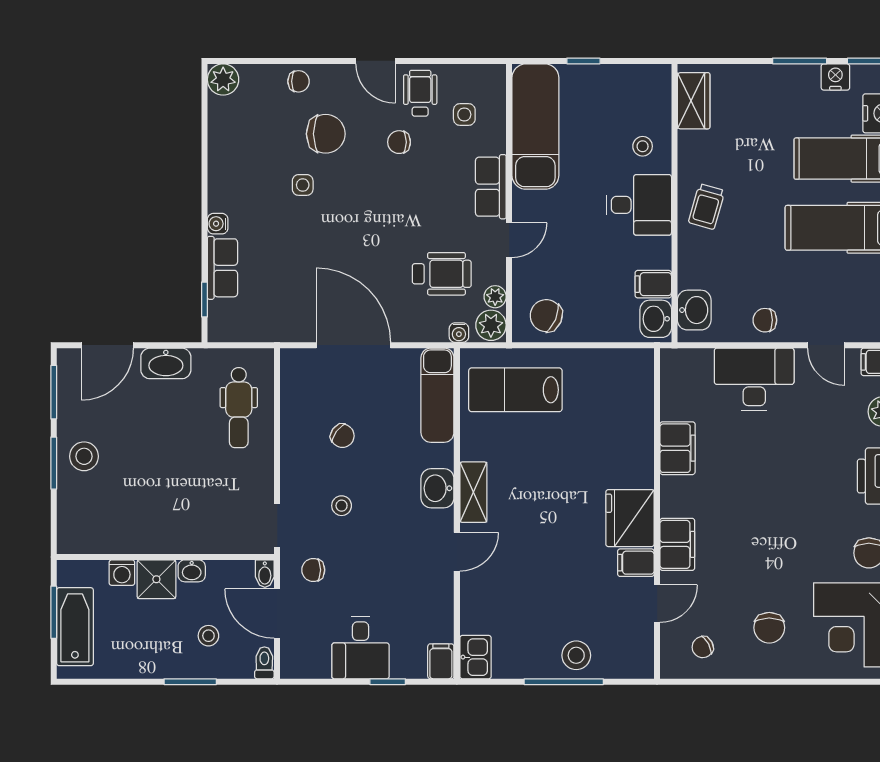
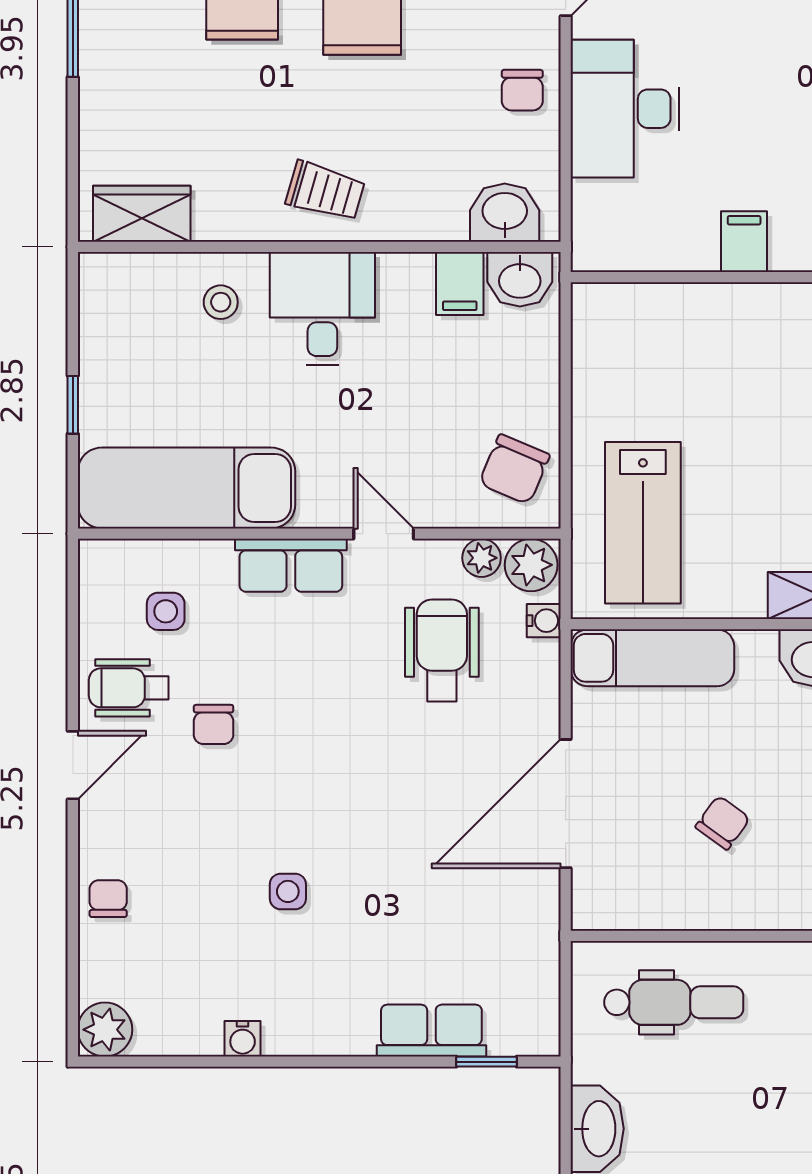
chair: (326, 134) -> (199, 852), removed
water cooler: (218, 224) -> (243, 1039), moved
filing cabinet: (678, 448) -> (744, 242), width x0.50

